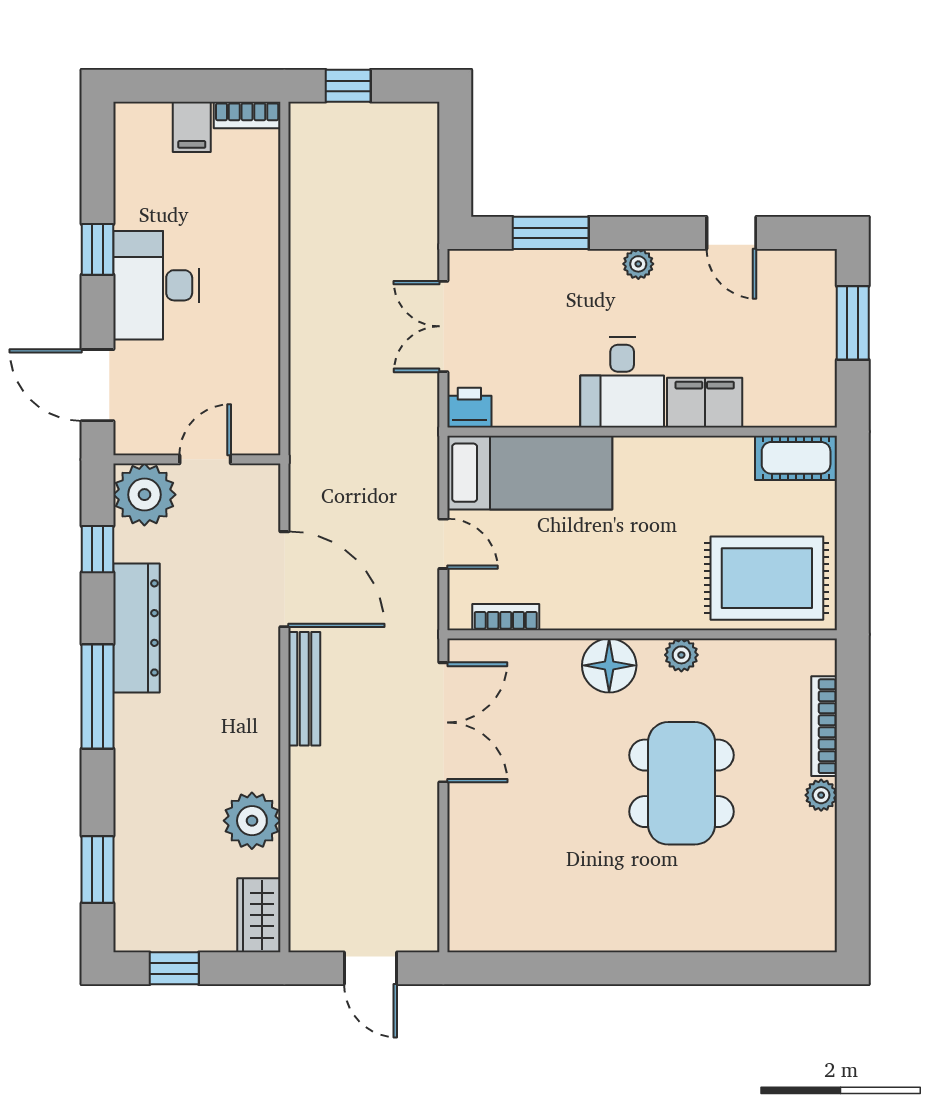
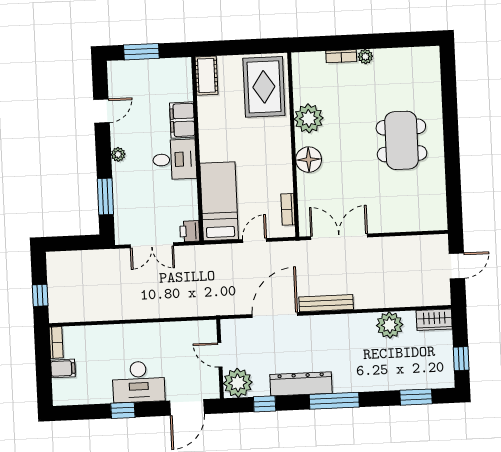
plant: (681, 655) -> (309, 118), width x1.87, depth x1.87
bookcase: (824, 726) -> (341, 56), width x0.64
dining table: (681, 783) -> (401, 140), moved, turned 90

